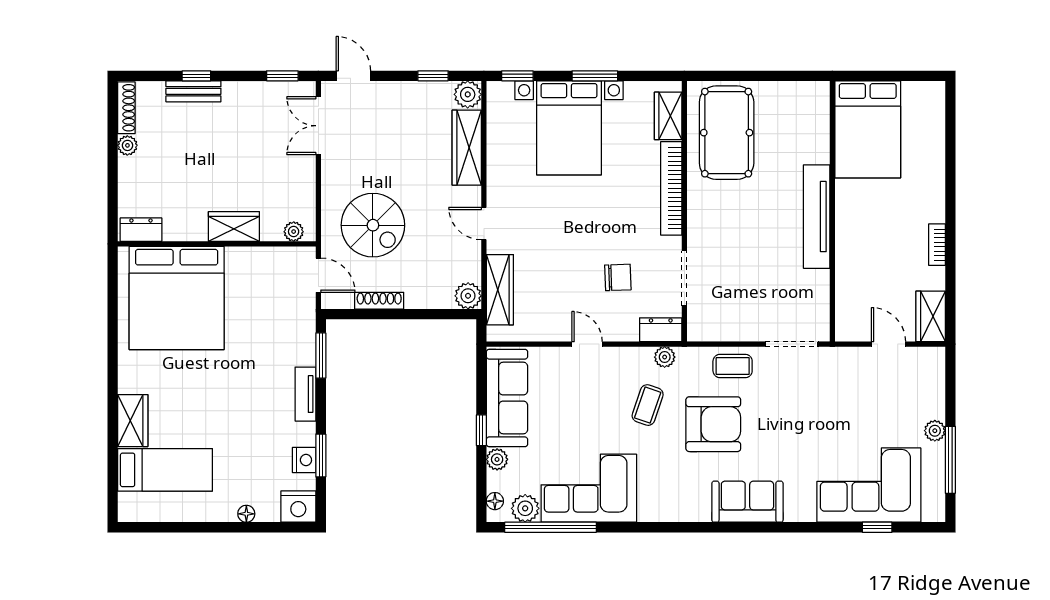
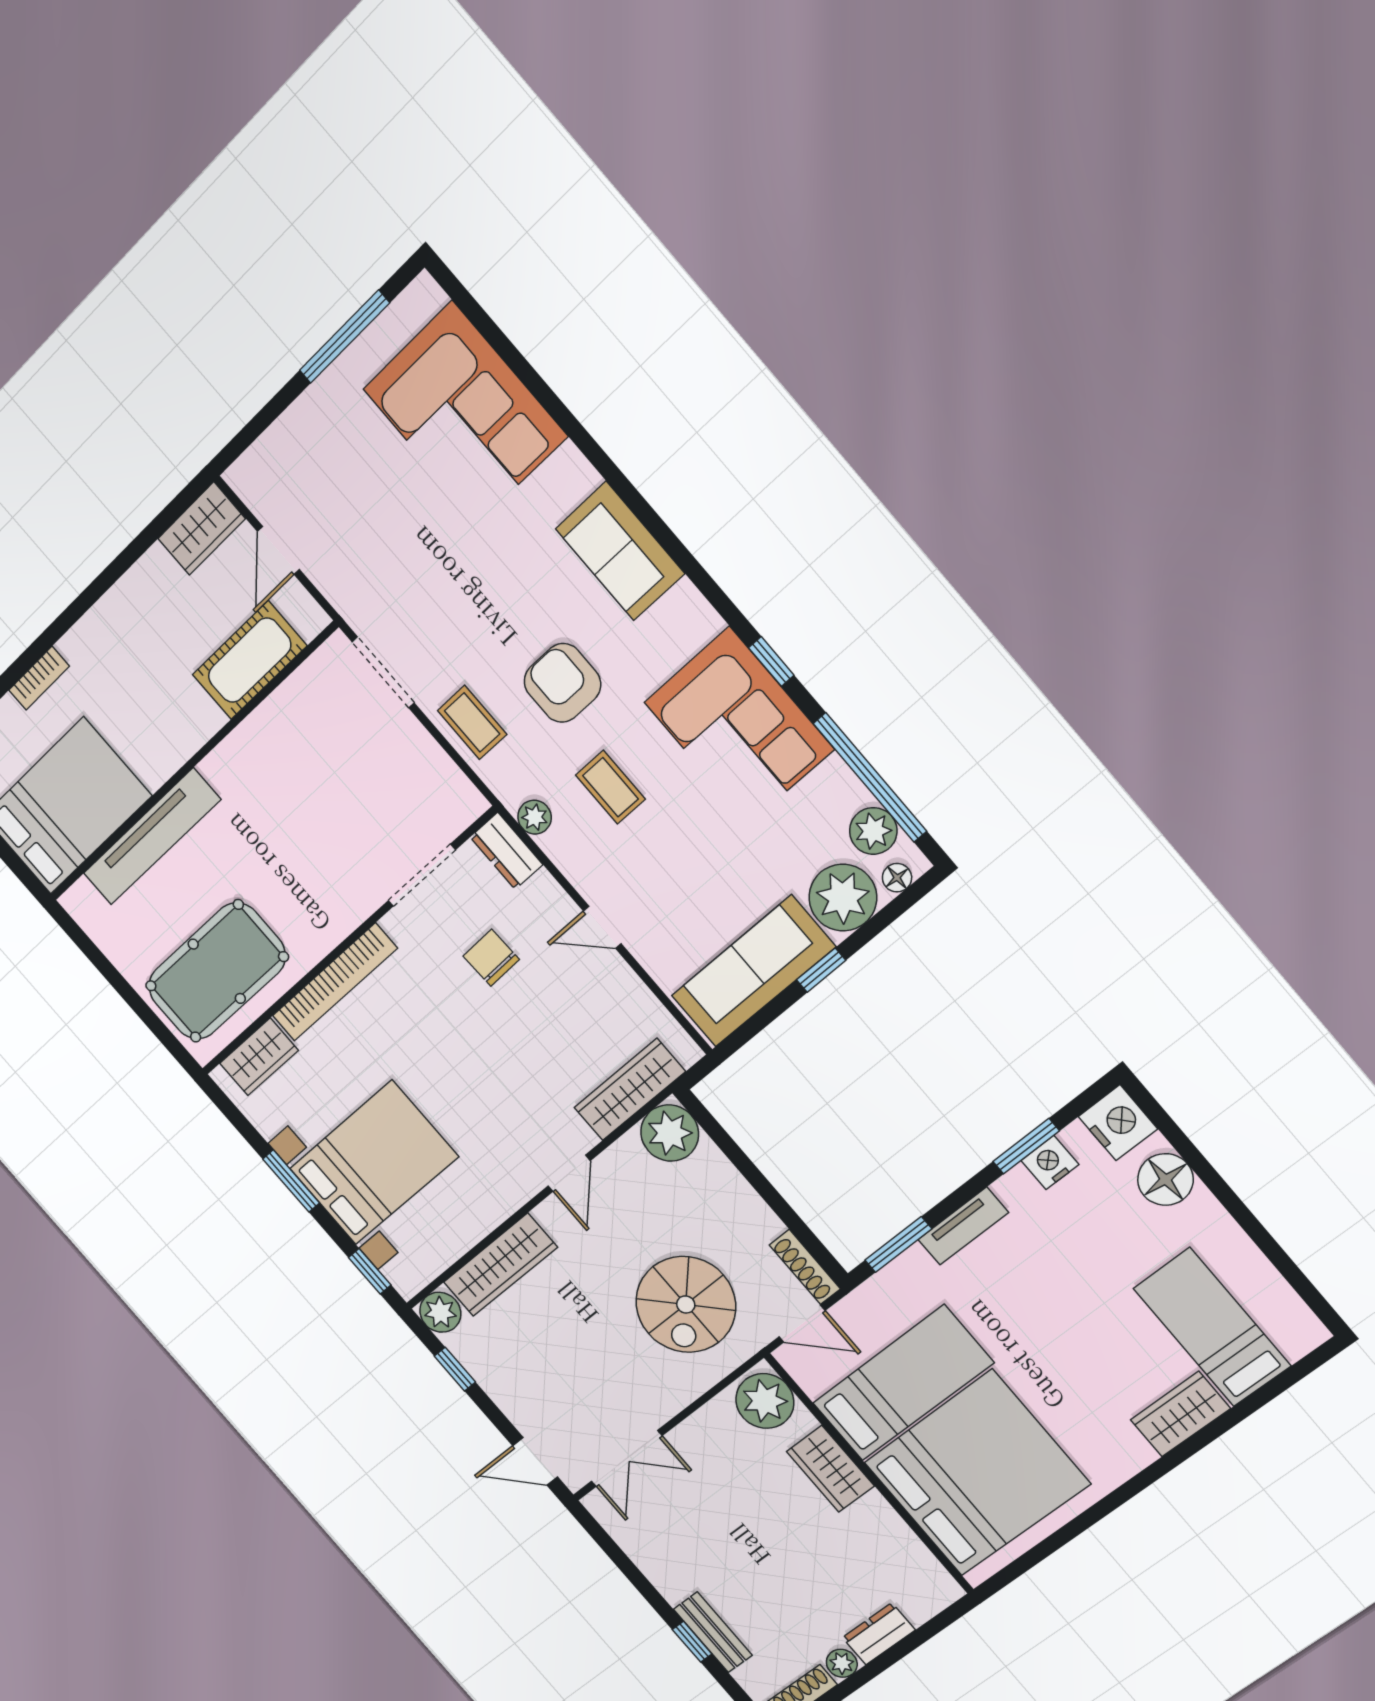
window: (282, 76) -> (606, 1543), removed
door: (353, 76) -> (535, 1461), hinge flipped
tv unit: (817, 217) -> (152, 837), moved
spiral stairs: (373, 225) -> (686, 1304), turned 180
dresser: (141, 230) -> (879, 1634), moved, turned 90
plant: (294, 232) -> (765, 1401), width x1.87, depth x1.87
bookcase: (937, 245) -> (39, 678), moved
door: (318, 275) -> (802, 1324), swing flipped
cot: (853, 285) -> (250, 660), added
plant: (468, 296) -> (670, 1133), width x1.36, depth x1.36
bed: (250, 300) -> (903, 1383), added
shoe rack: (379, 301) -> (805, 1267), moved
door: (587, 344) -> (602, 927), hinge flipped
coffee table: (648, 405) -> (610, 787), turned 71
armchair: (713, 424) -> (562, 683), width x0.73, depth x0.73
plant: (935, 431) -> (327, 392), removed
plant: (497, 459) -> (843, 898), width x1.88, depth x1.88
corner sofa: (589, 488) -> (739, 726), moved
floor lamp: (246, 514) -> (1165, 1179), width x1.89, depth x1.89
window: (877, 527) -> (771, 661), moved

